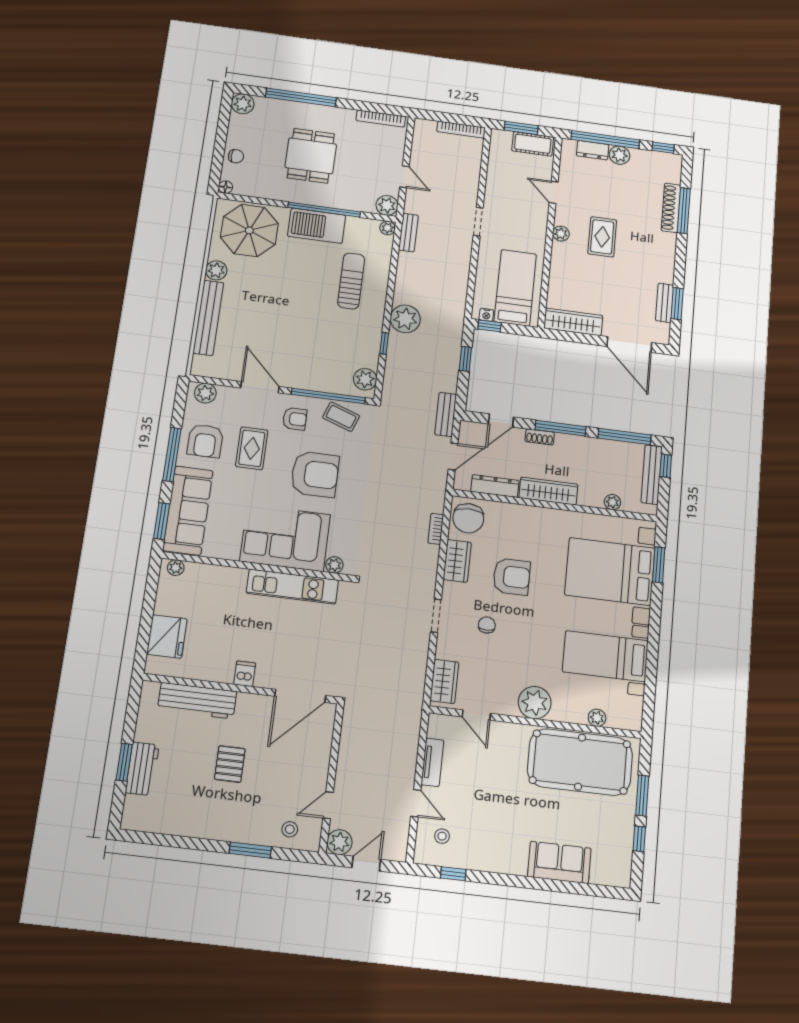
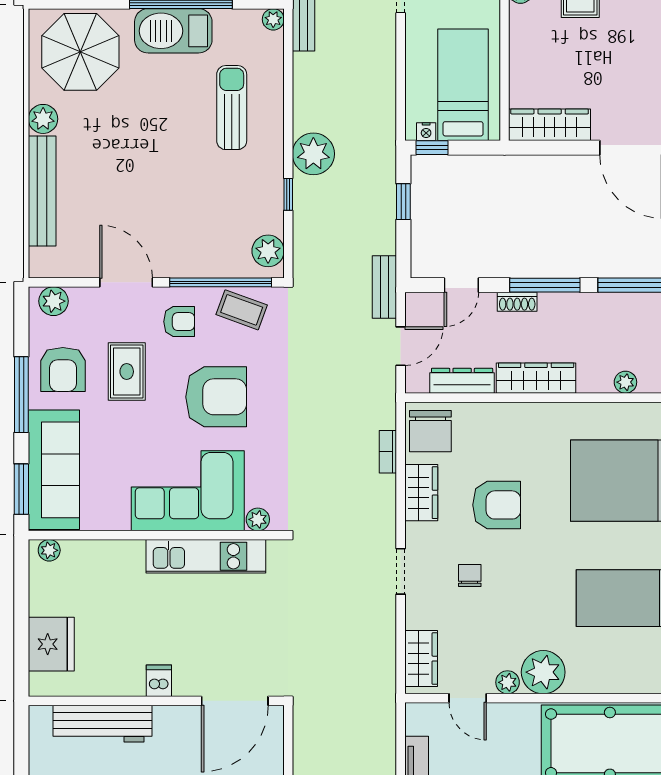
plant: (597, 718) -> (508, 682), moved

